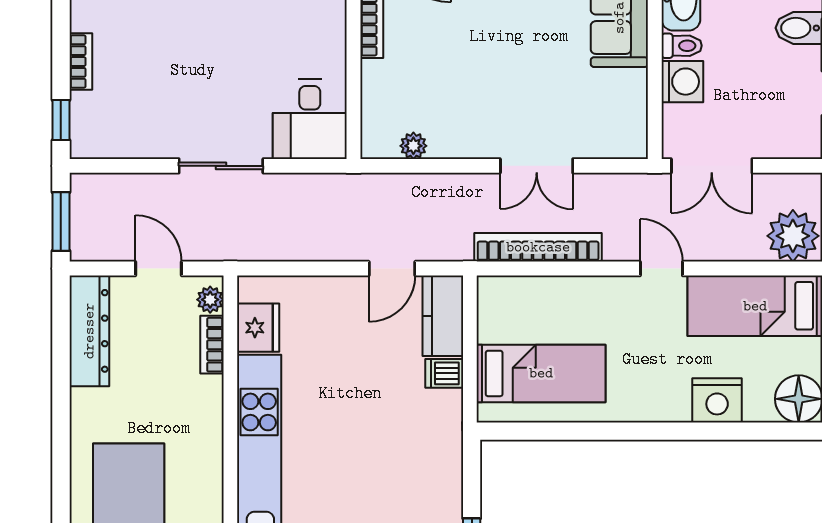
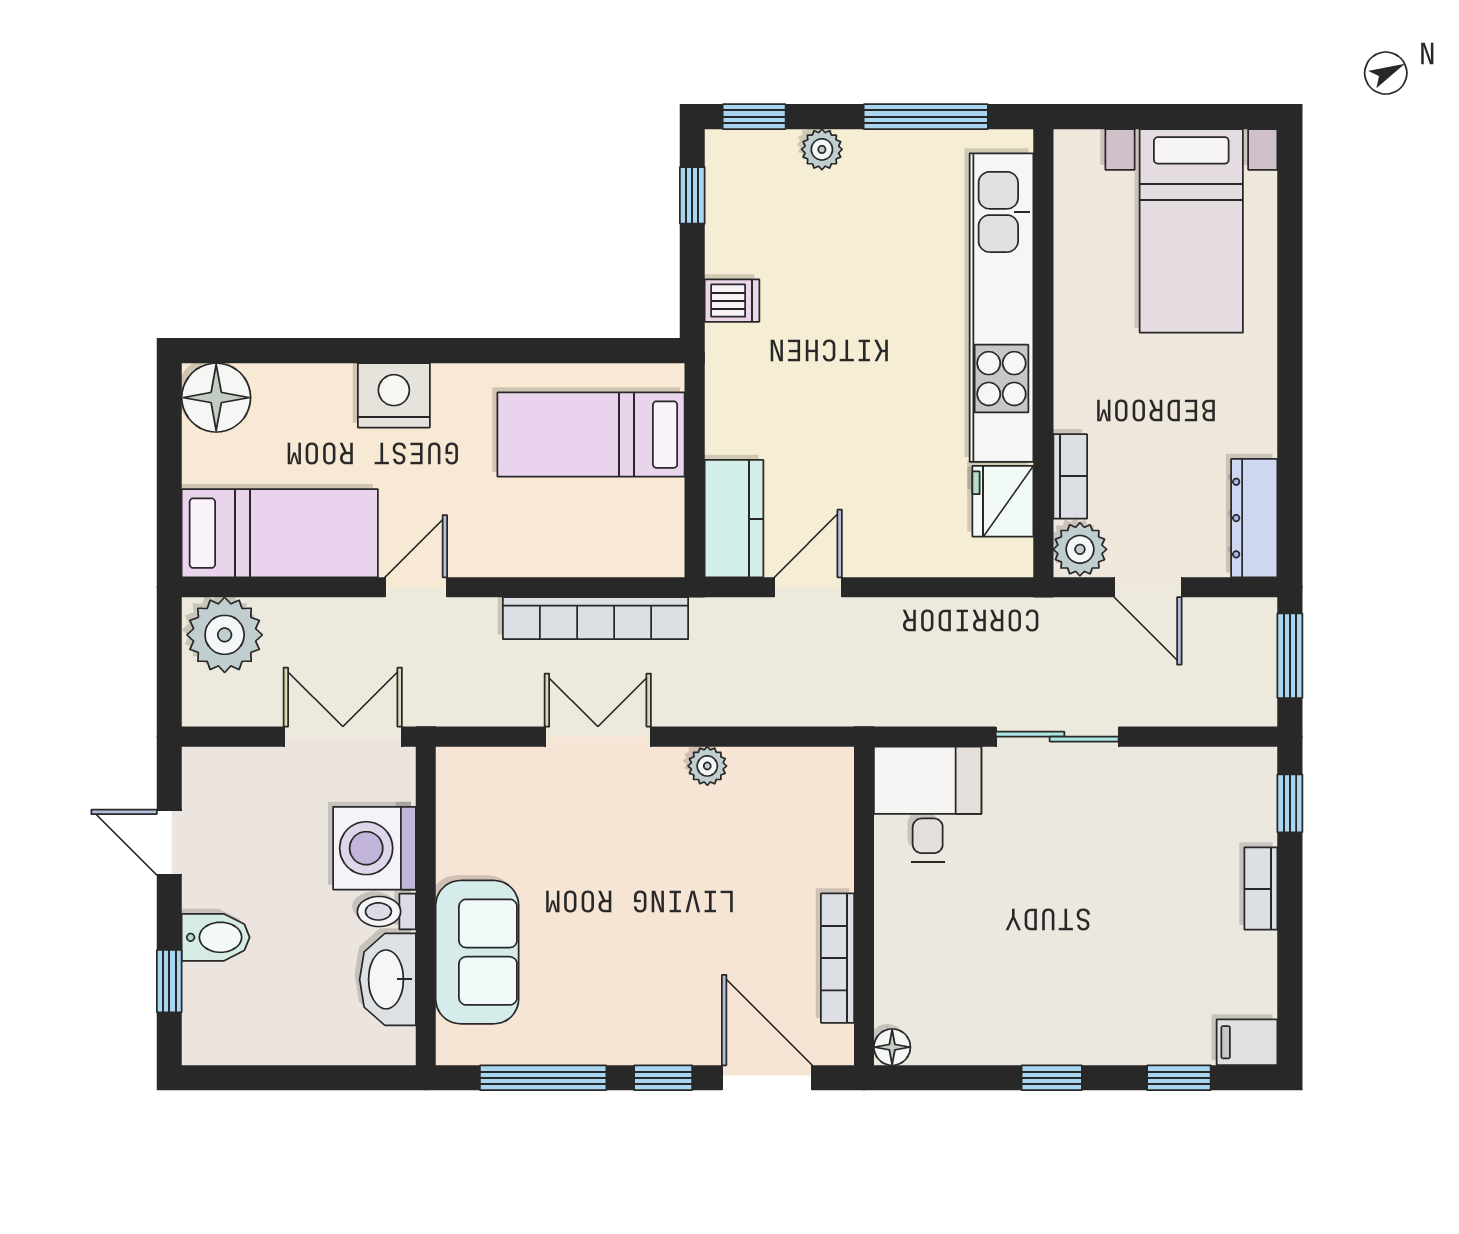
washing machine: (682, 82) -> (374, 848), width x1.37, depth x1.37
plant: (413, 146) -> (707, 766), moved
door: (661, 269) -> (416, 587), swing flipped
plant: (210, 300) -> (1080, 549), width x1.38, depth x1.38
dresser: (89, 331) -> (1254, 518), width x0.73, depth x0.80
dishwasher: (444, 373) -> (732, 301), moved
nightstand: (717, 400) -> (394, 395), moved

